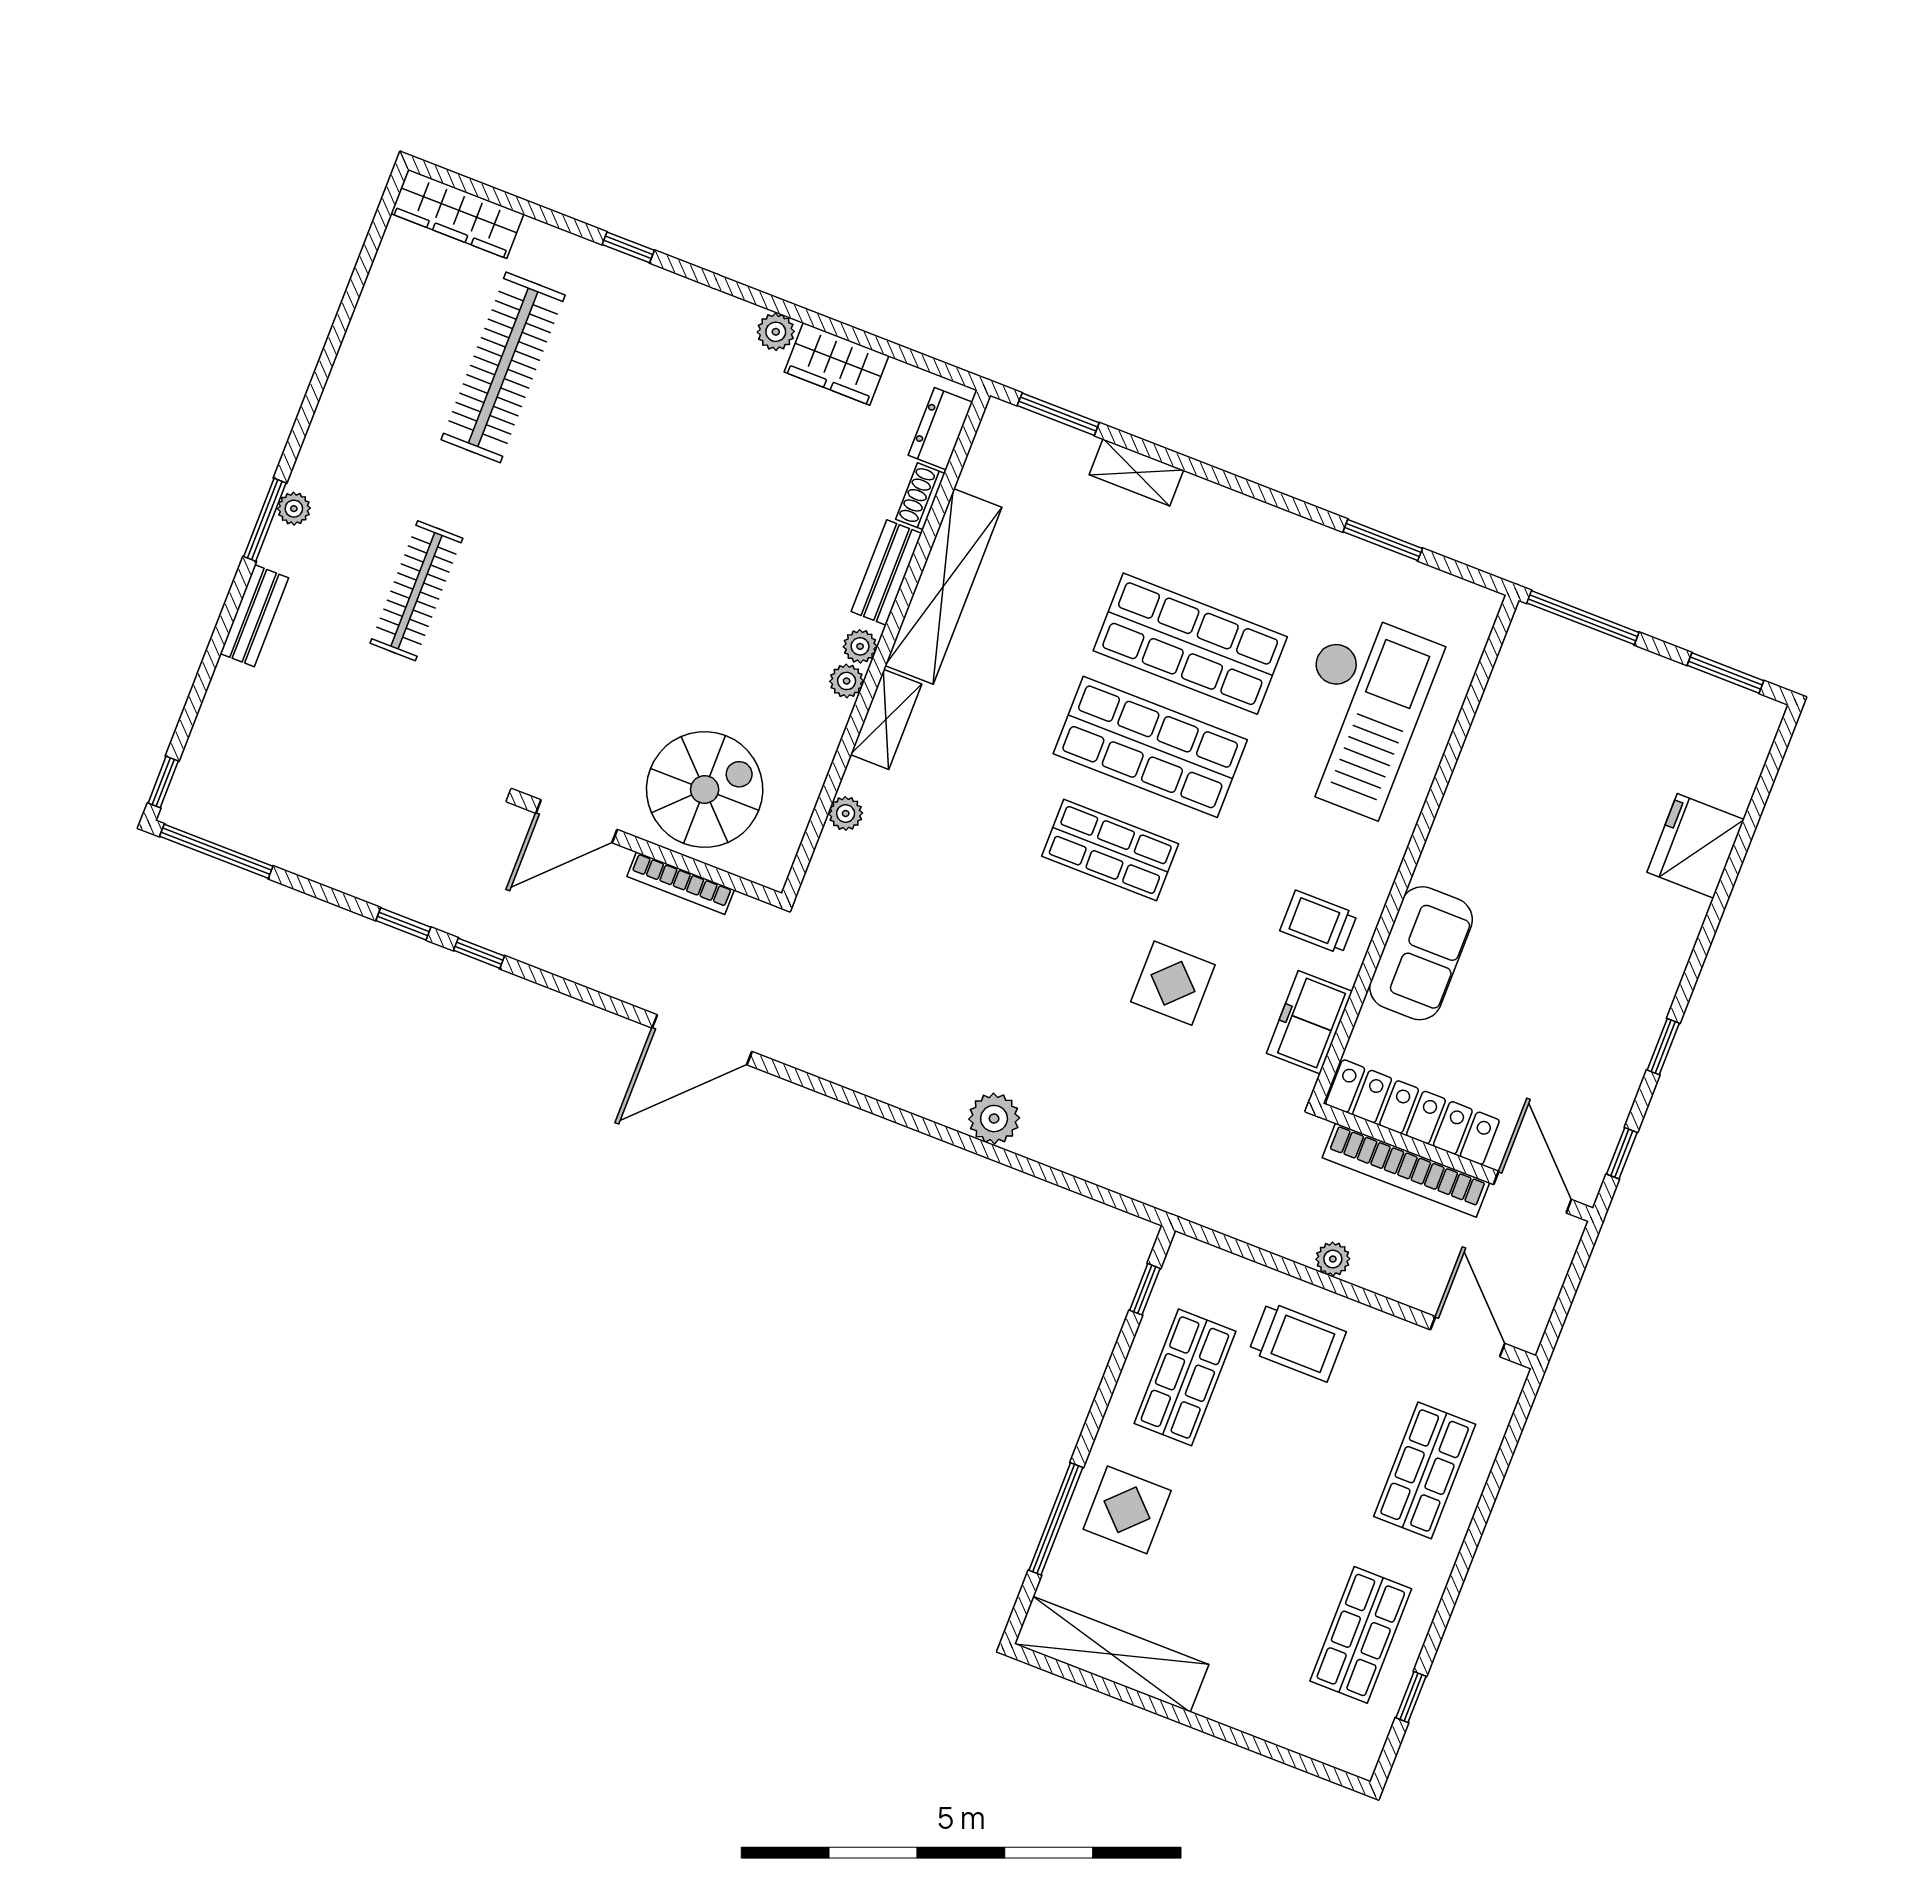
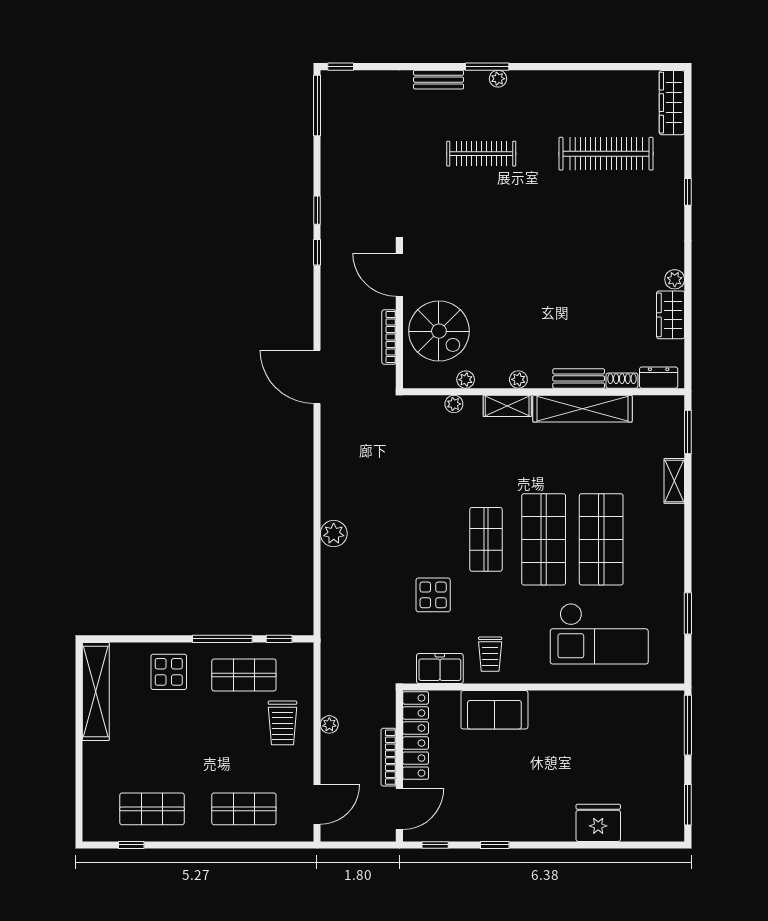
plant: (860, 646) -> (466, 380), moved
trolley: (1319, 922) -> (490, 654), turned 180
bookcase: (1406, 1170) -> (389, 757), width x0.68, depth x0.76
window: (1056, 1519) -> (222, 639), moved

